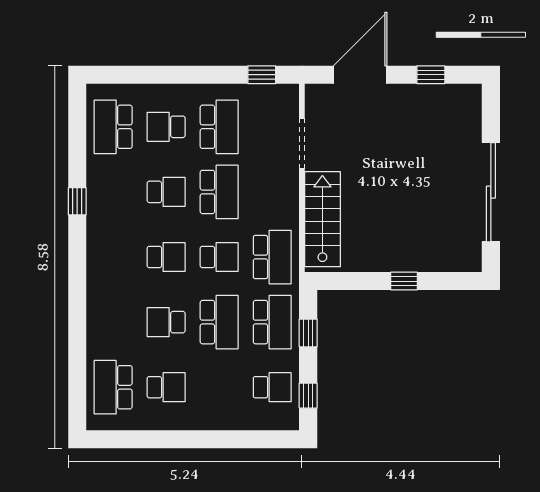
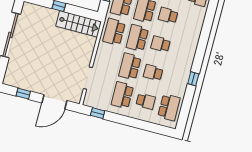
stairs: (322, 219) -> (79, 24), moved, turned -90
school desk: (219, 257) -> (137, 38), width x1.85
school desk: (166, 322) -> (168, 15), turned 180

